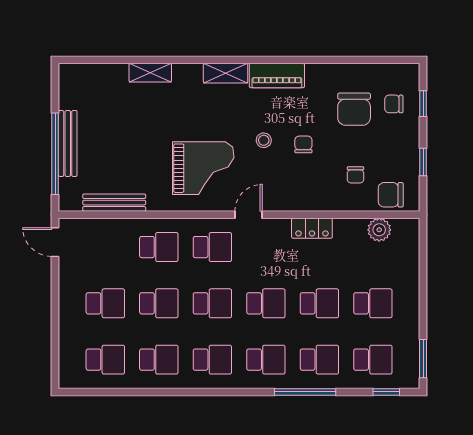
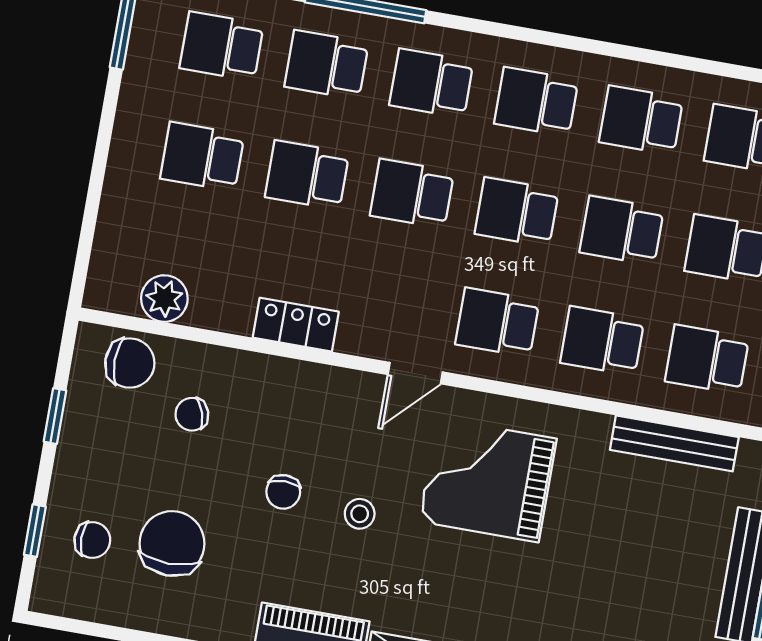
chair: (355, 175) -> (192, 414), turned -108
school desk: (105, 247) -> (707, 359), added

